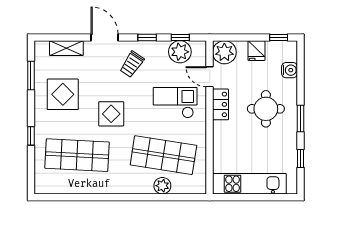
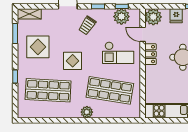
shelving: (66, 48) -> (29, 14), moved
checkout: (175, 103) -> (118, 53), turned 180
plant: (162, 186) -> (87, 112), moved

